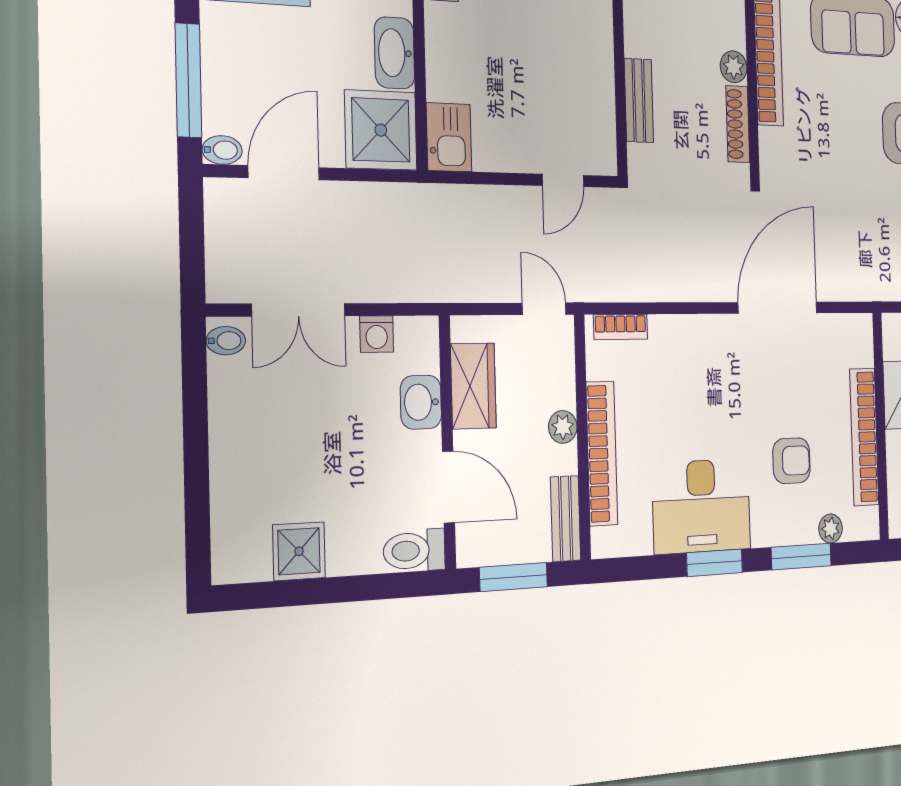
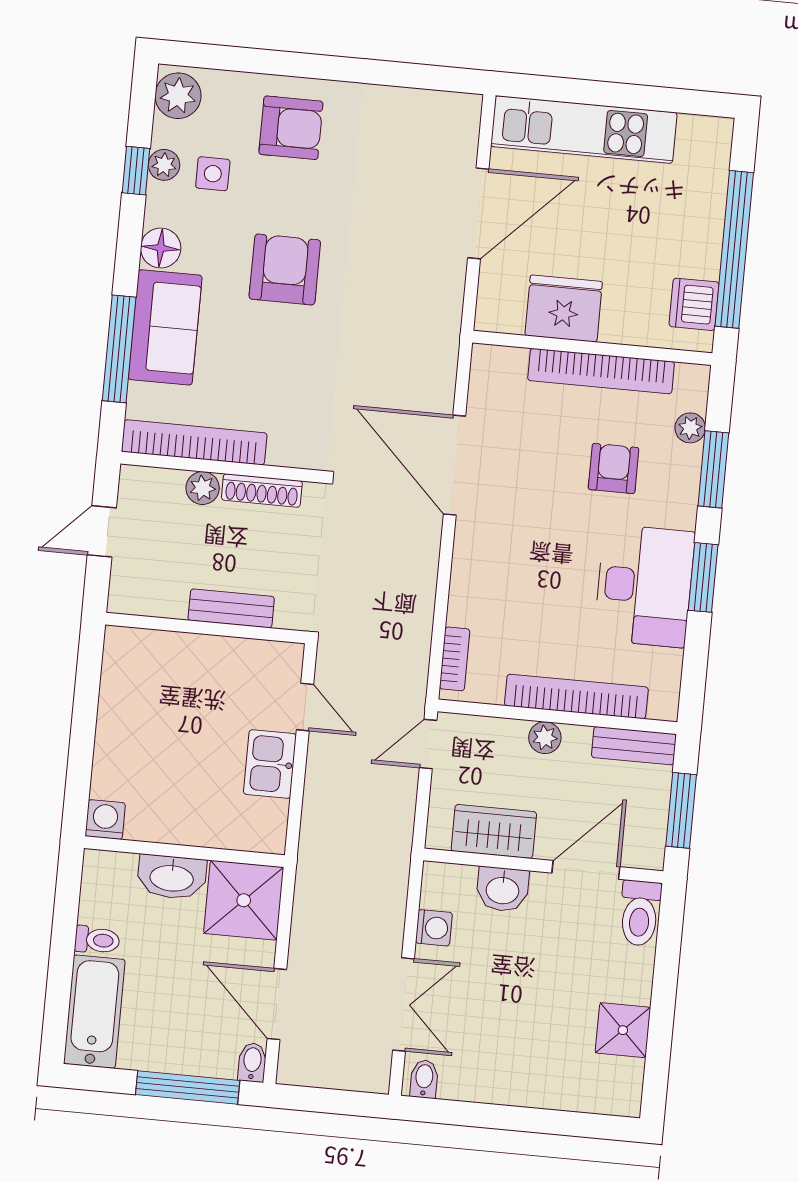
kitchen sink: (449, 137) -> (270, 764), moved, turned -90

